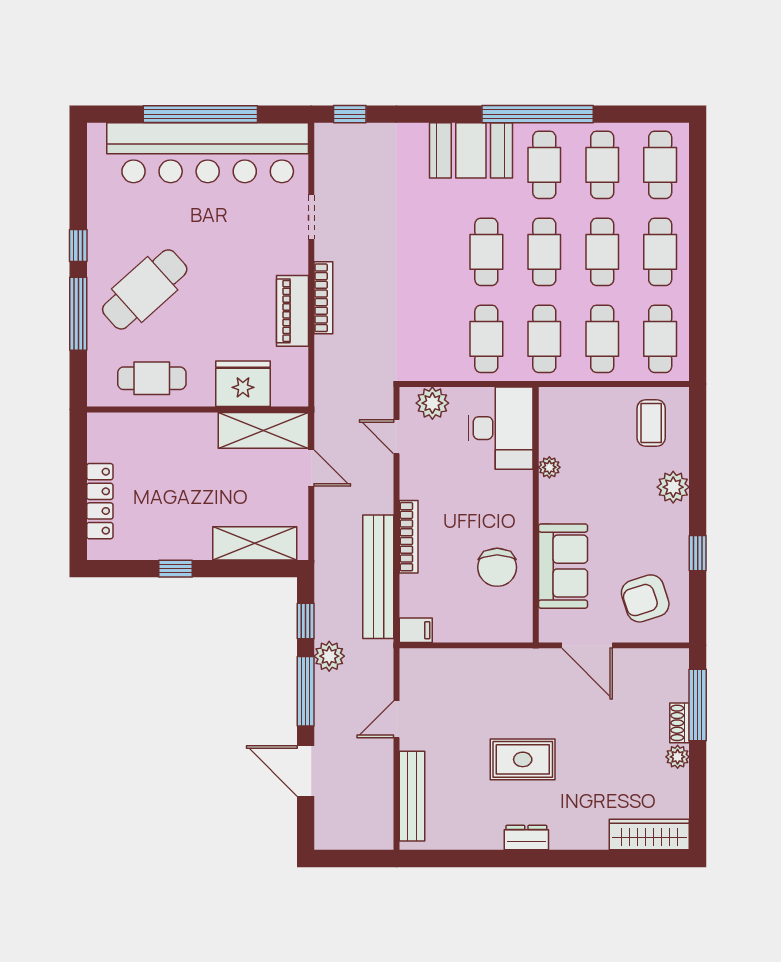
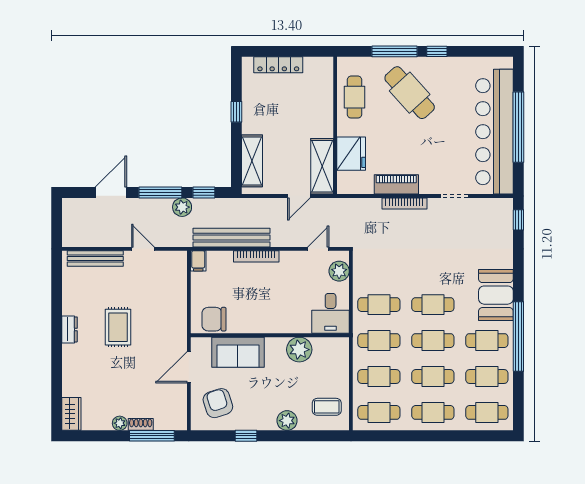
desk: (500, 428) -> (331, 313), width x0.73
plant: (549, 467) -> (299, 350), width x1.88, depth x1.88
chair: (497, 567) -> (214, 319), moved
wardrobe: (649, 835) -> (71, 414), width x0.67

